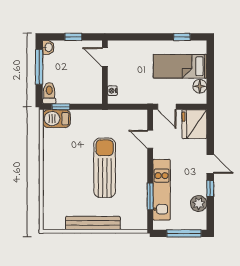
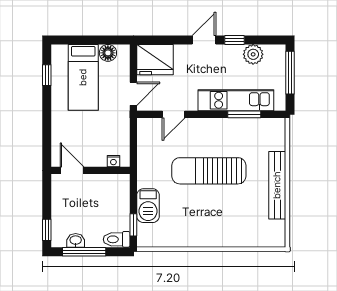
window: (73, 37) -> (47, 230), moved
washbasin: (48, 47) -> (76, 240), moved
door: (105, 57) -> (72, 170), swing flipped
barbecue: (56, 119) -> (148, 206), moved

